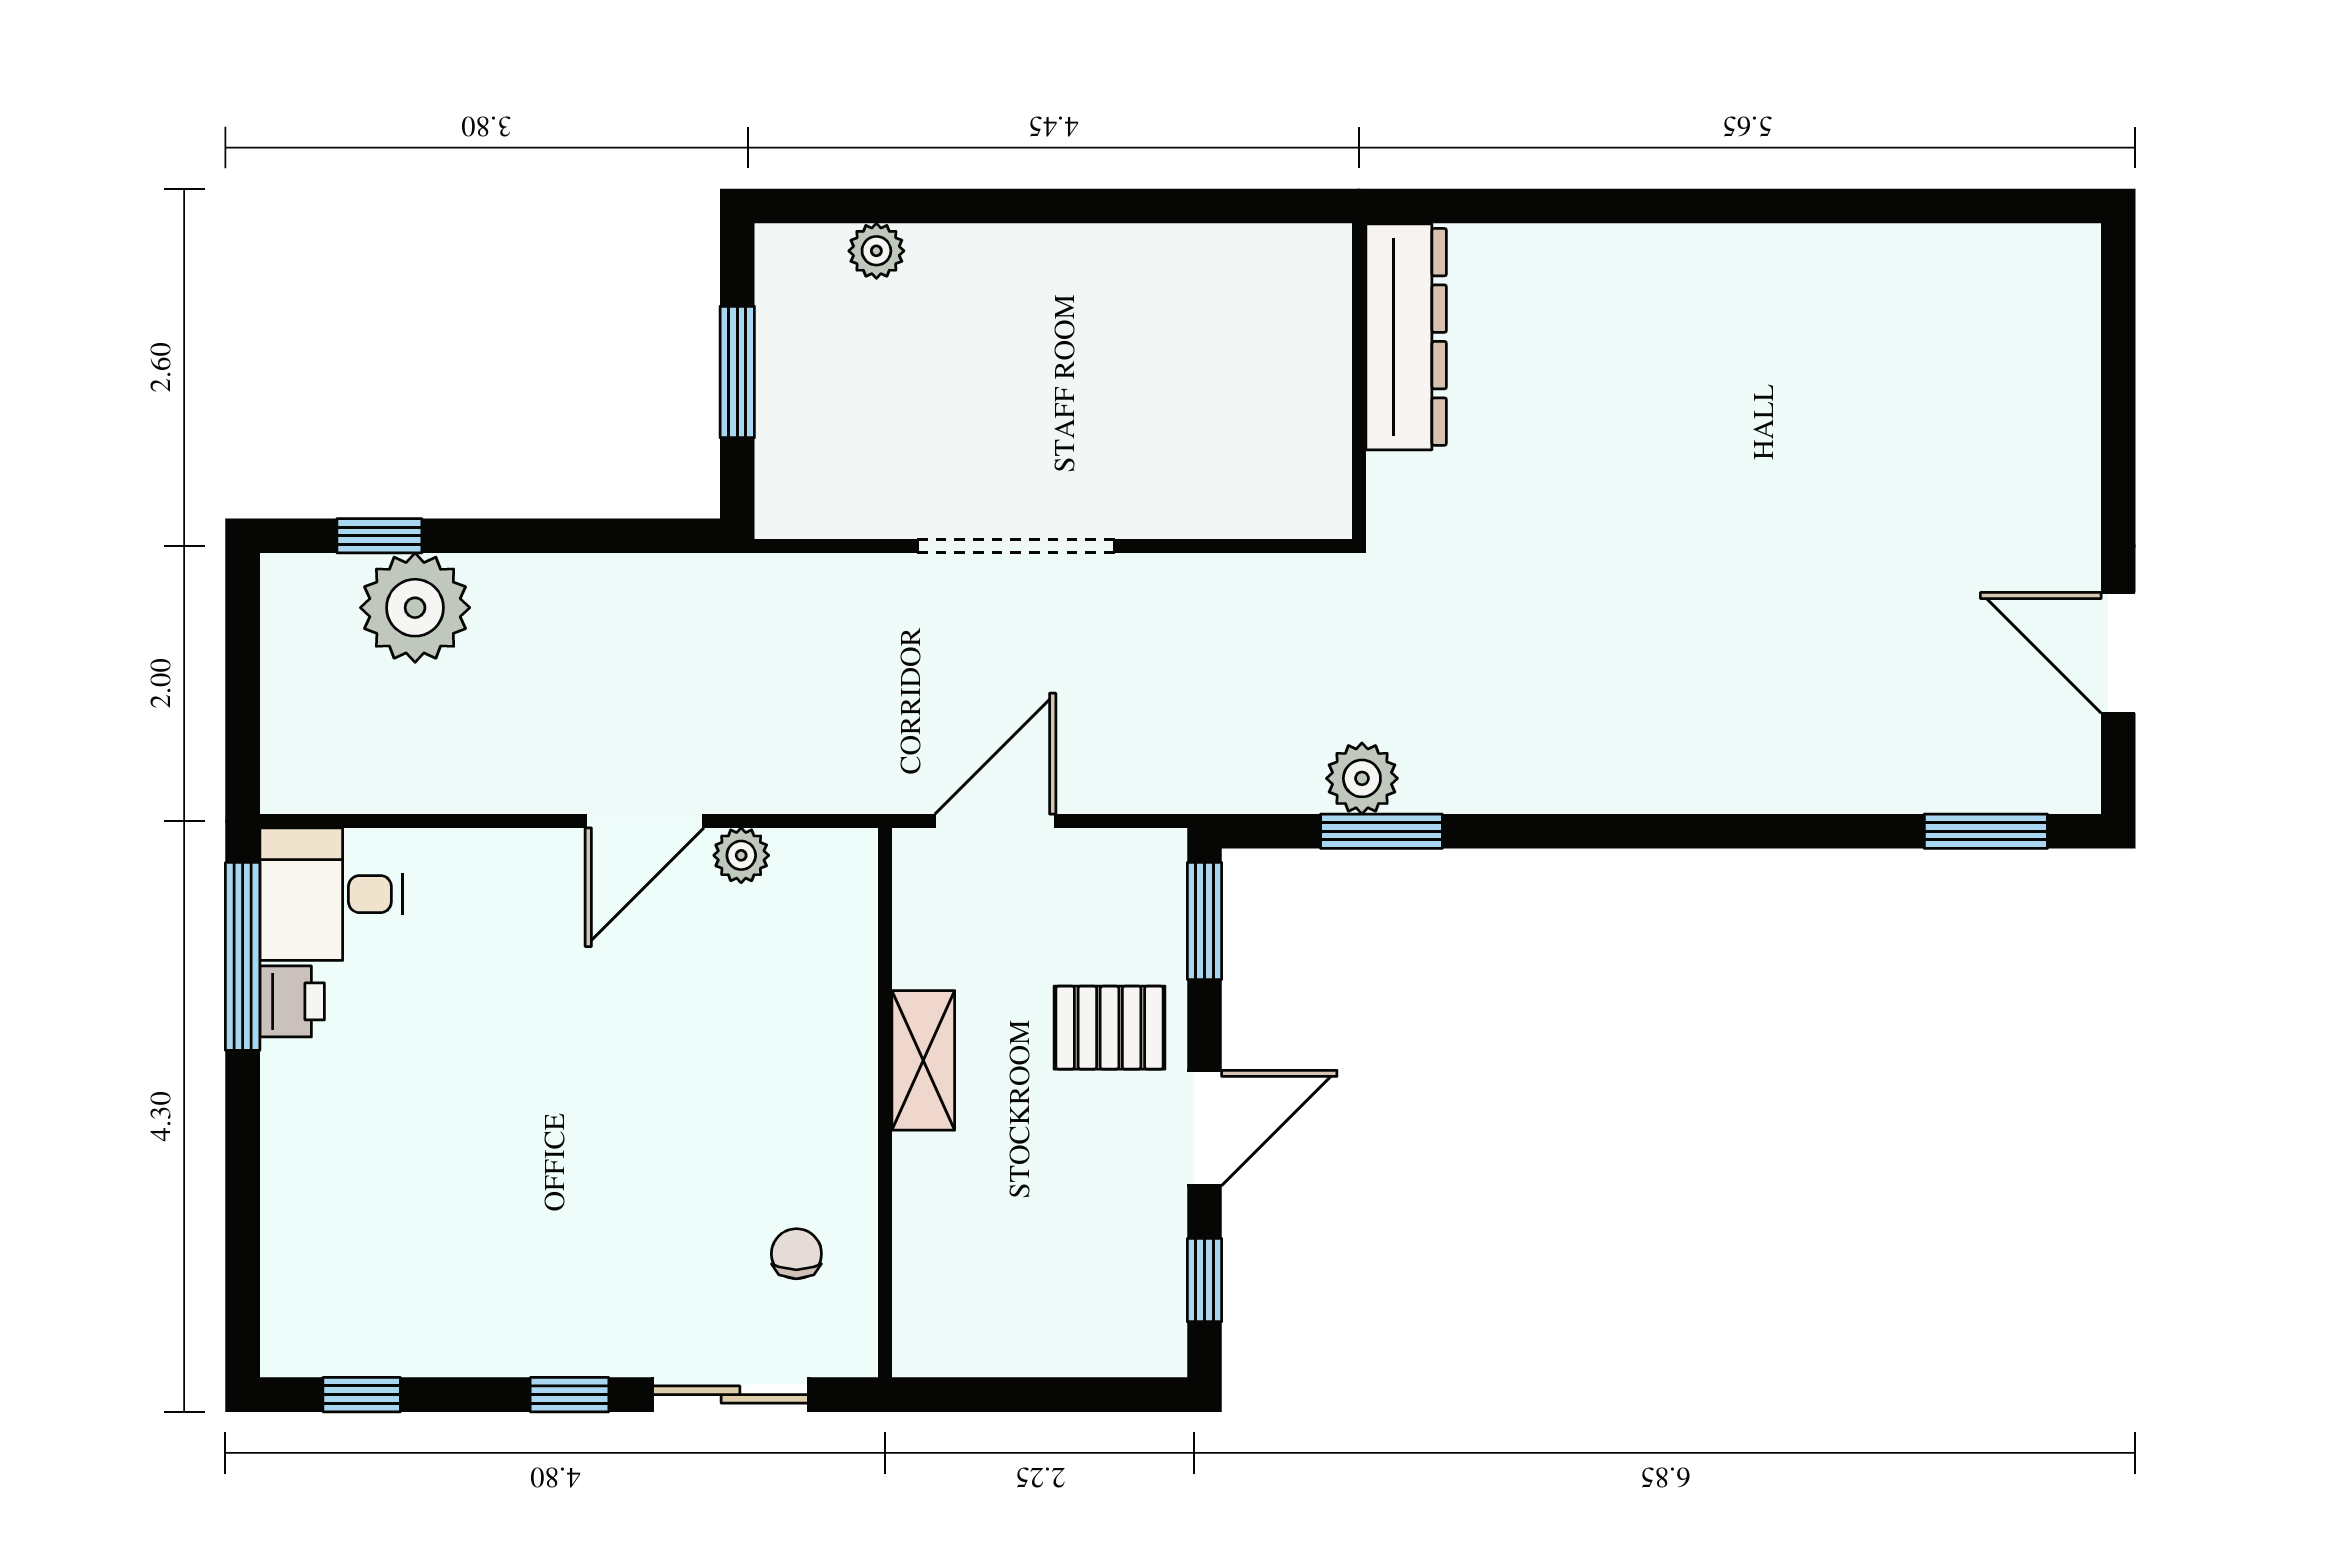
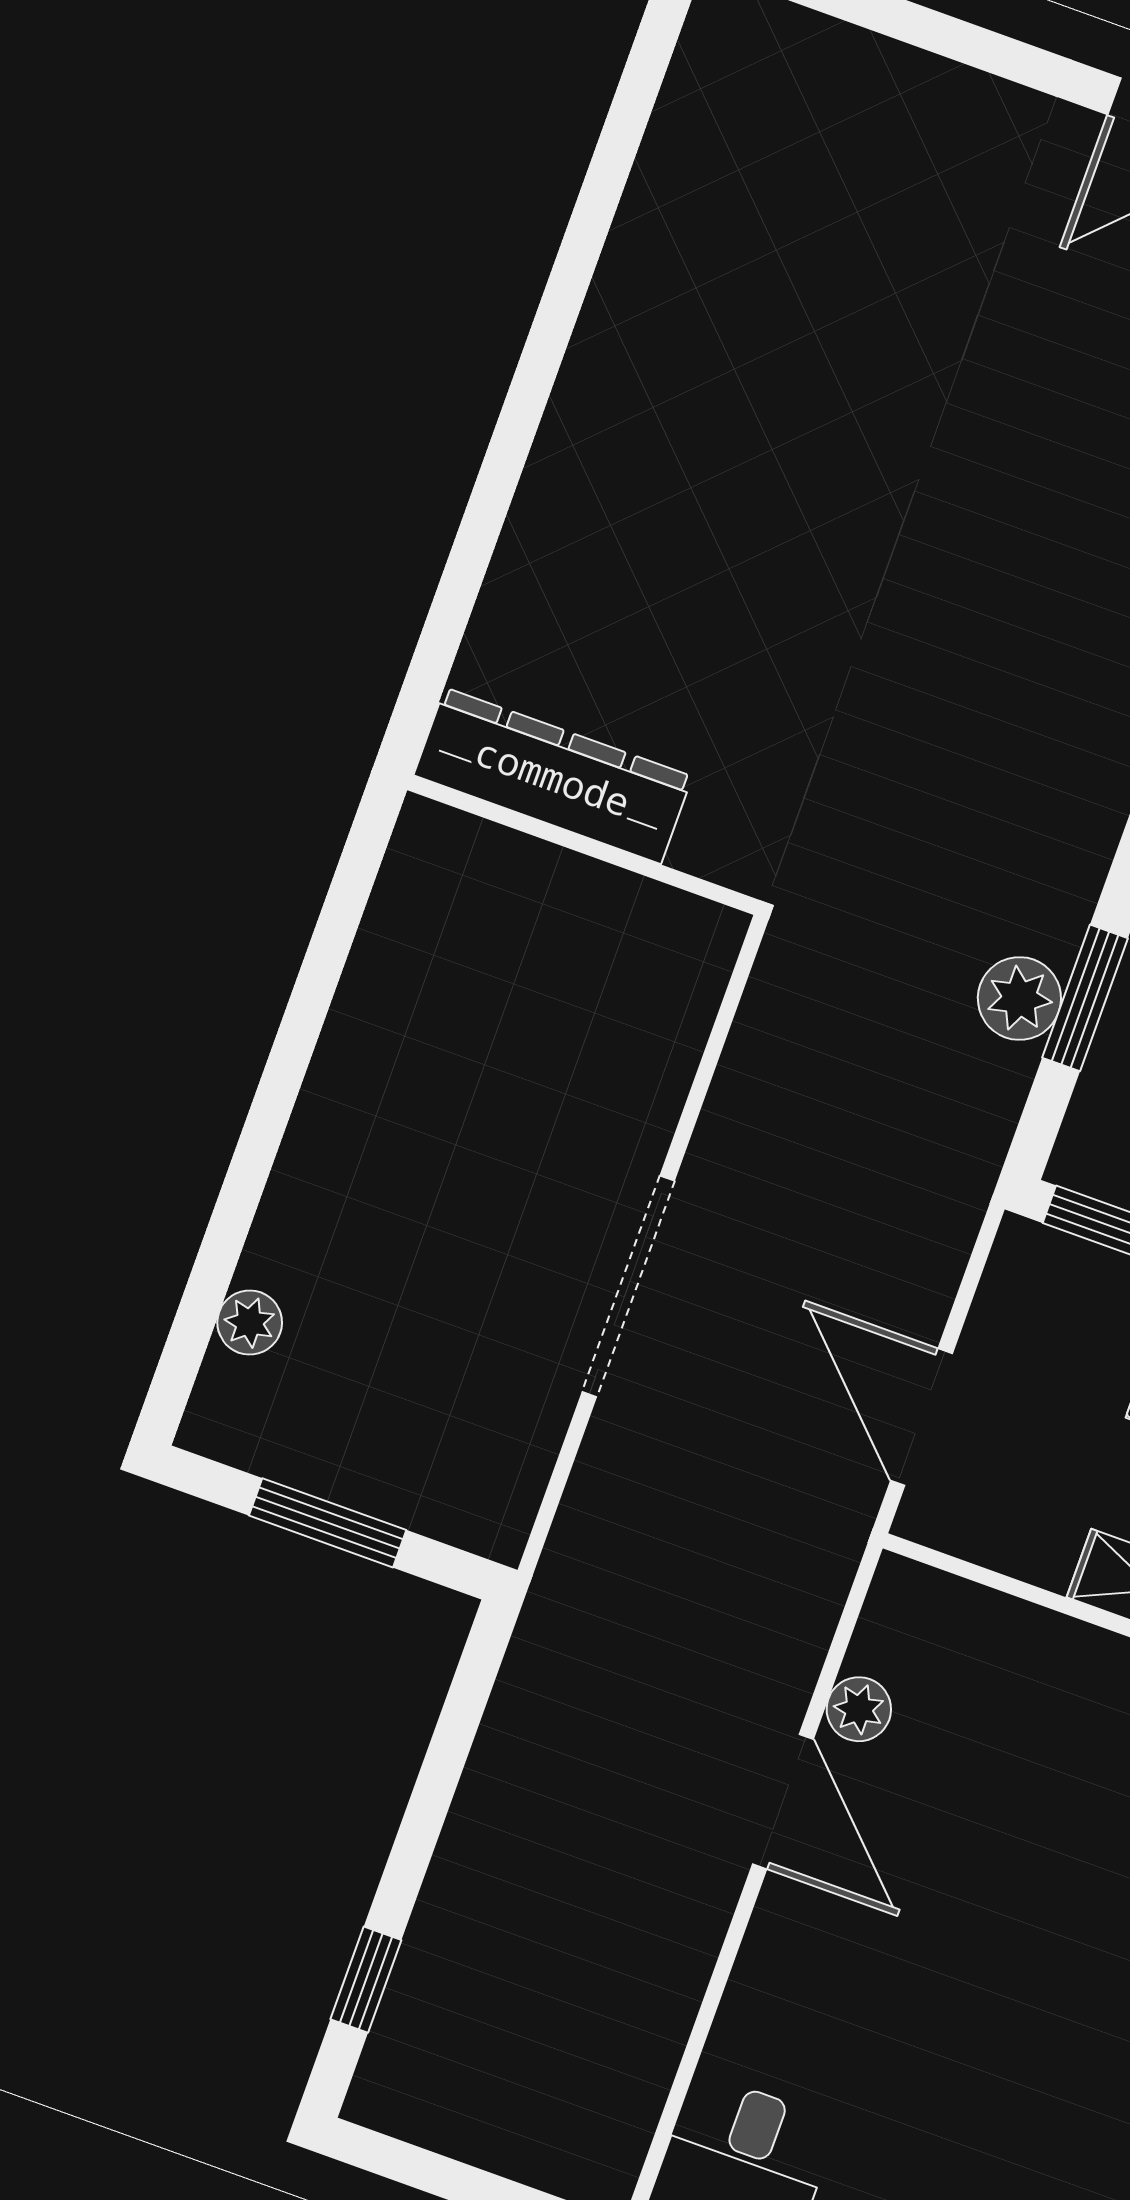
plant: (415, 608) -> (459, 1969), removed

